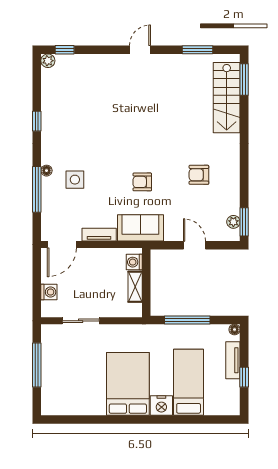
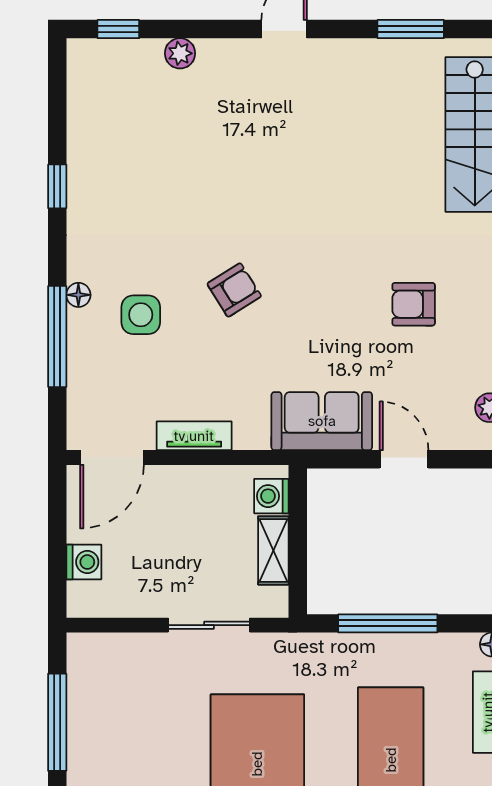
plant: (48, 61) -> (180, 53), moved
armchair: (142, 182) -> (234, 290), moved, turned 148
sofa: (140, 228) -> (322, 421), moved
sliding door: (81, 321) -> (209, 625), moved

